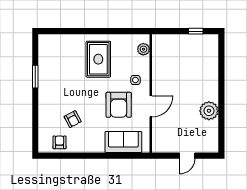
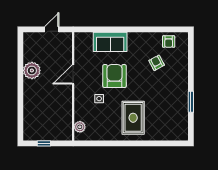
plant: (143, 49) -> (80, 127), moved
wall: (151, 93) -> (73, 86), moved
door: (151, 106) -> (73, 74), moved

